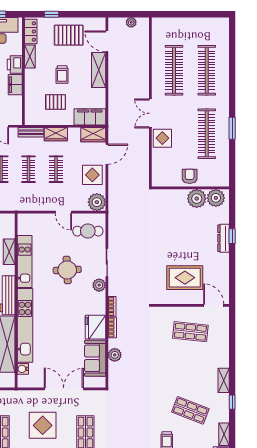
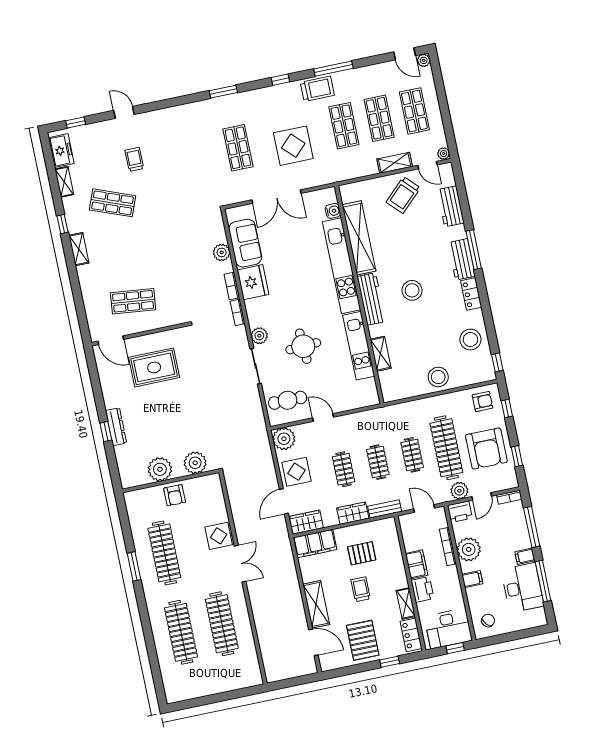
plant: (131, 22) -> (288, 672), removed
pallet: (69, 35) -> (363, 640), turned 90
plant: (216, 198) -> (195, 463), moved

